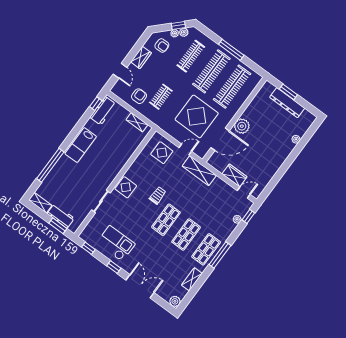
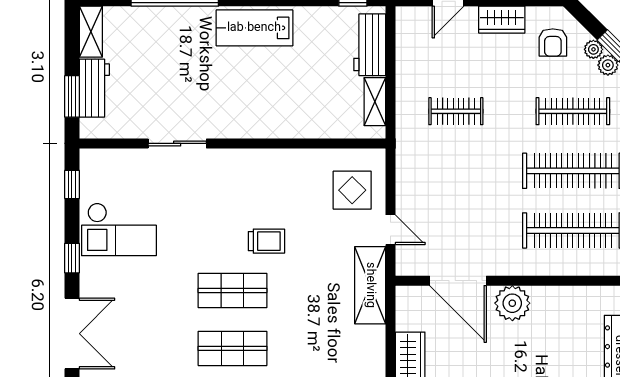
armchair: (139, 96) -> (427, 70), removed
workbench: (103, 111) -> (370, 45), moved, turned 90
display table: (197, 116) -> (468, 205), removed
display table: (126, 187) -> (238, 171), removed
checkout: (116, 243) -> (119, 229), turned 90

